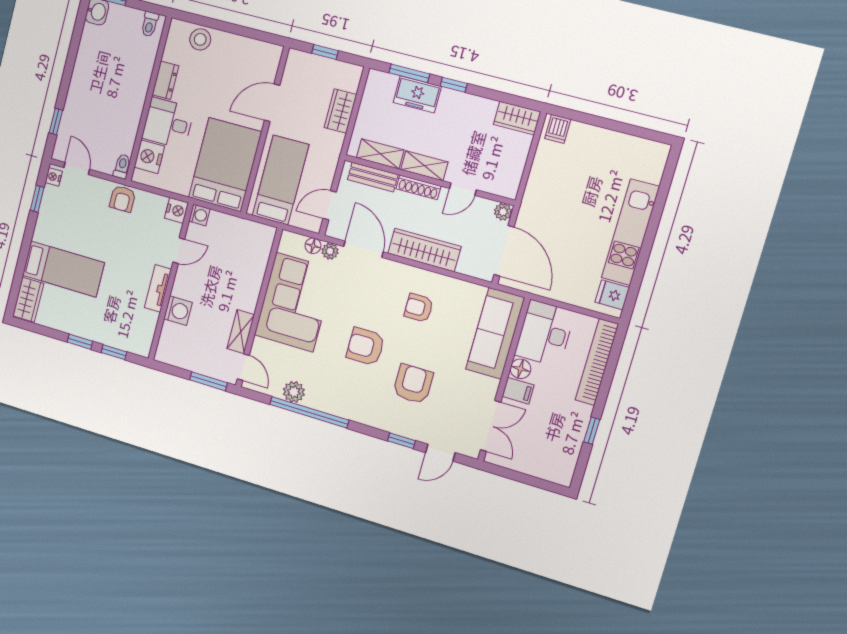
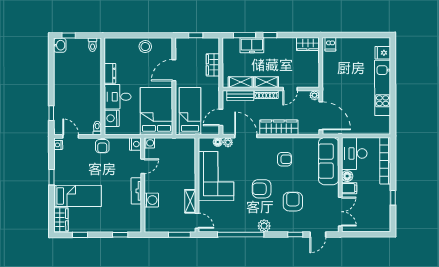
stool: (200, 39) -> (145, 47), moved
window: (37, 199) -> (51, 177), moved
fridge: (612, 295) -> (383, 53), moved
armchair: (419, 308) -> (284, 159), turned 180
window: (80, 342) -> (80, 235), moved
plant: (294, 392) -> (264, 226), moved

